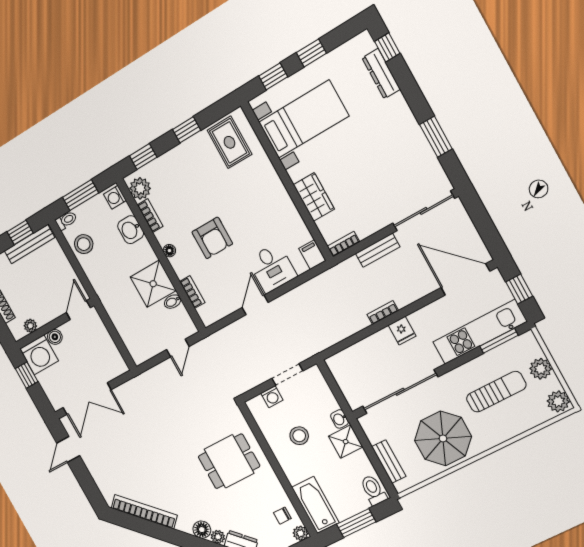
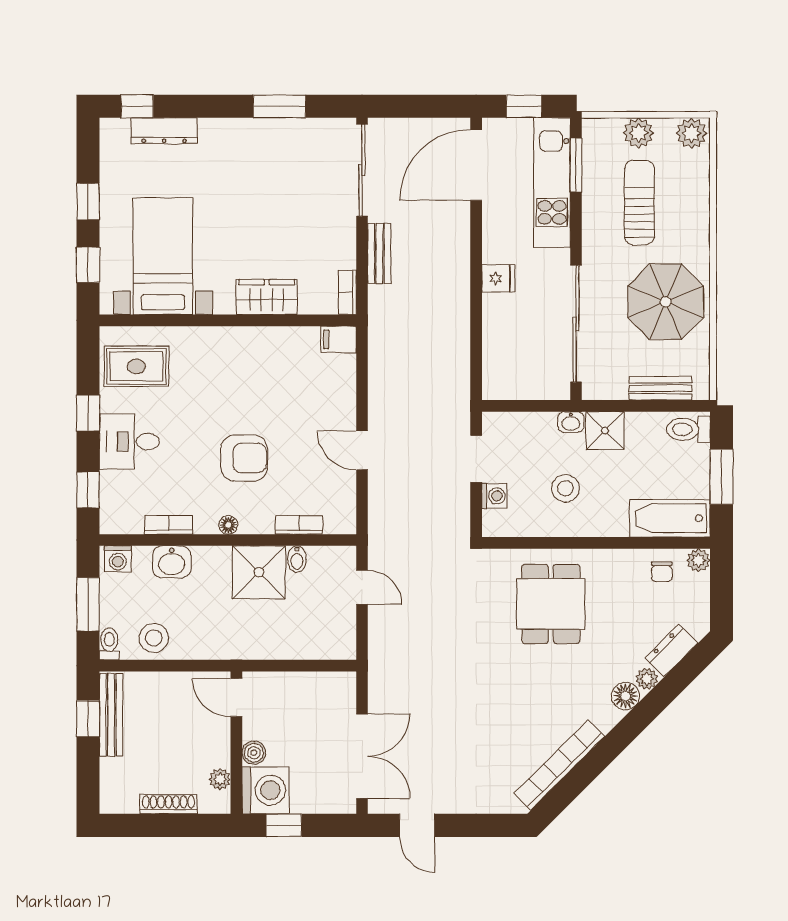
plant: (140, 188) -> (126, 518), removed
desk: (272, 268) -> (129, 442), moved, turned 180
bookcase: (383, 313) -> (462, 290), removed

